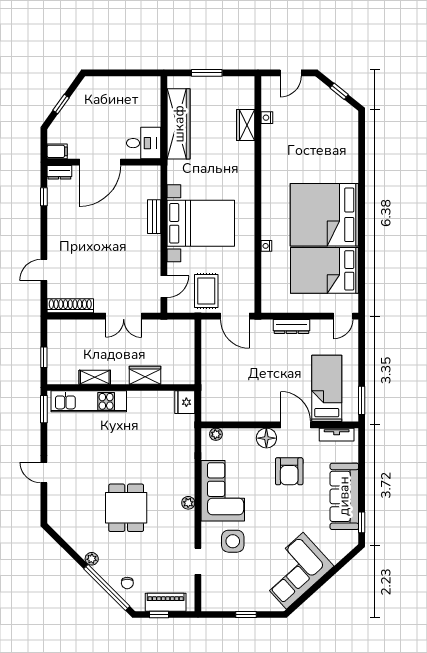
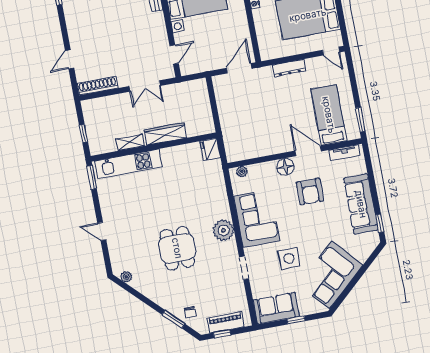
rug: (206, 291) -> (211, 51), removed
door: (235, 316) -> (239, 68), swing flipped
door: (343, 316) -> (331, 51), hinge flipped
wardrobe: (145, 375) -> (166, 134), width x1.50
plant: (188, 503) -> (224, 230), width x1.88, depth x1.88
side table: (233, 541) -> (289, 258), moved
plant: (92, 559) -> (126, 277), moved
doorway: (198, 561) -> (244, 268), moved
window: (107, 588) -> (173, 319), width x0.47
sofa: (226, 597) -> (276, 308), added

